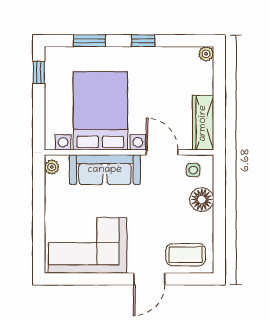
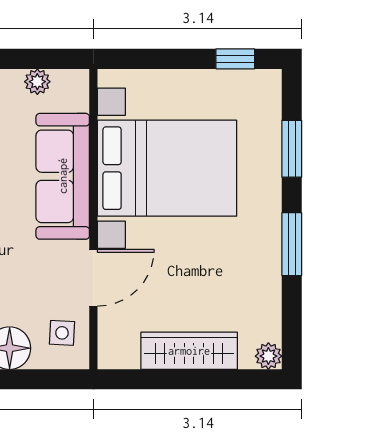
window: (143, 41) -> (292, 244), width x1.50
wardrobe: (203, 123) -> (189, 351), moved
plant: (52, 167) -> (37, 82), moved

